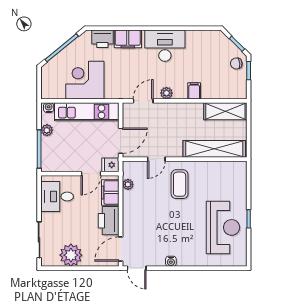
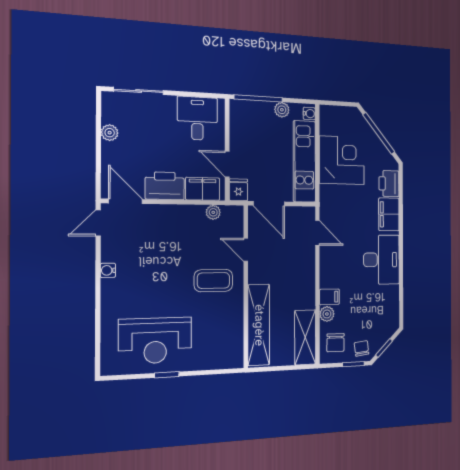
chair: (231, 86) -> (336, 343), added
plant: (166, 93) -> (327, 314), moved
plant: (71, 255) -> (110, 133), width x0.53, depth x0.53

